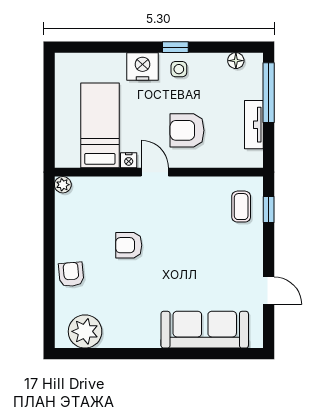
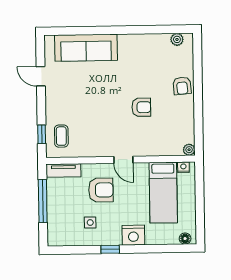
floor lamp: (236, 61) -> (185, 239), moved
side table: (179, 69) -> (90, 222), moved
window: (269, 93) -> (43, 201), moved
tv unit: (254, 125) -> (63, 170), moved, turned 90
nightstand: (129, 160) -> (183, 167), moved
plant: (85, 331) -> (177, 39), width x0.53, depth x0.53

